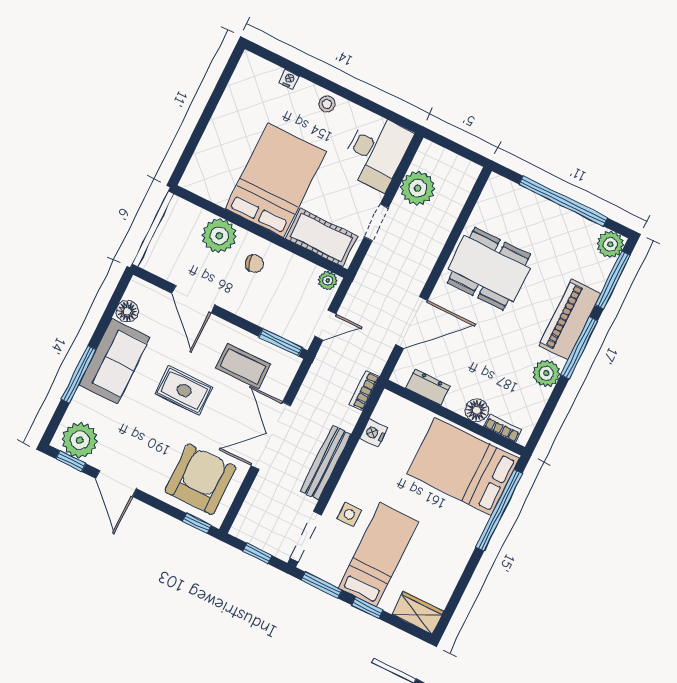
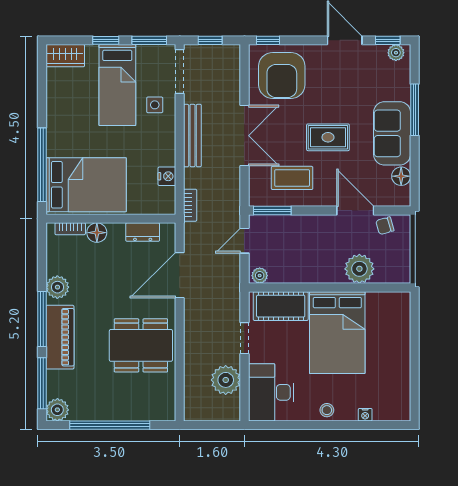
chair: (255, 264) -> (385, 226), moved
plant: (80, 440) -> (396, 53), width x0.53, depth x0.53

